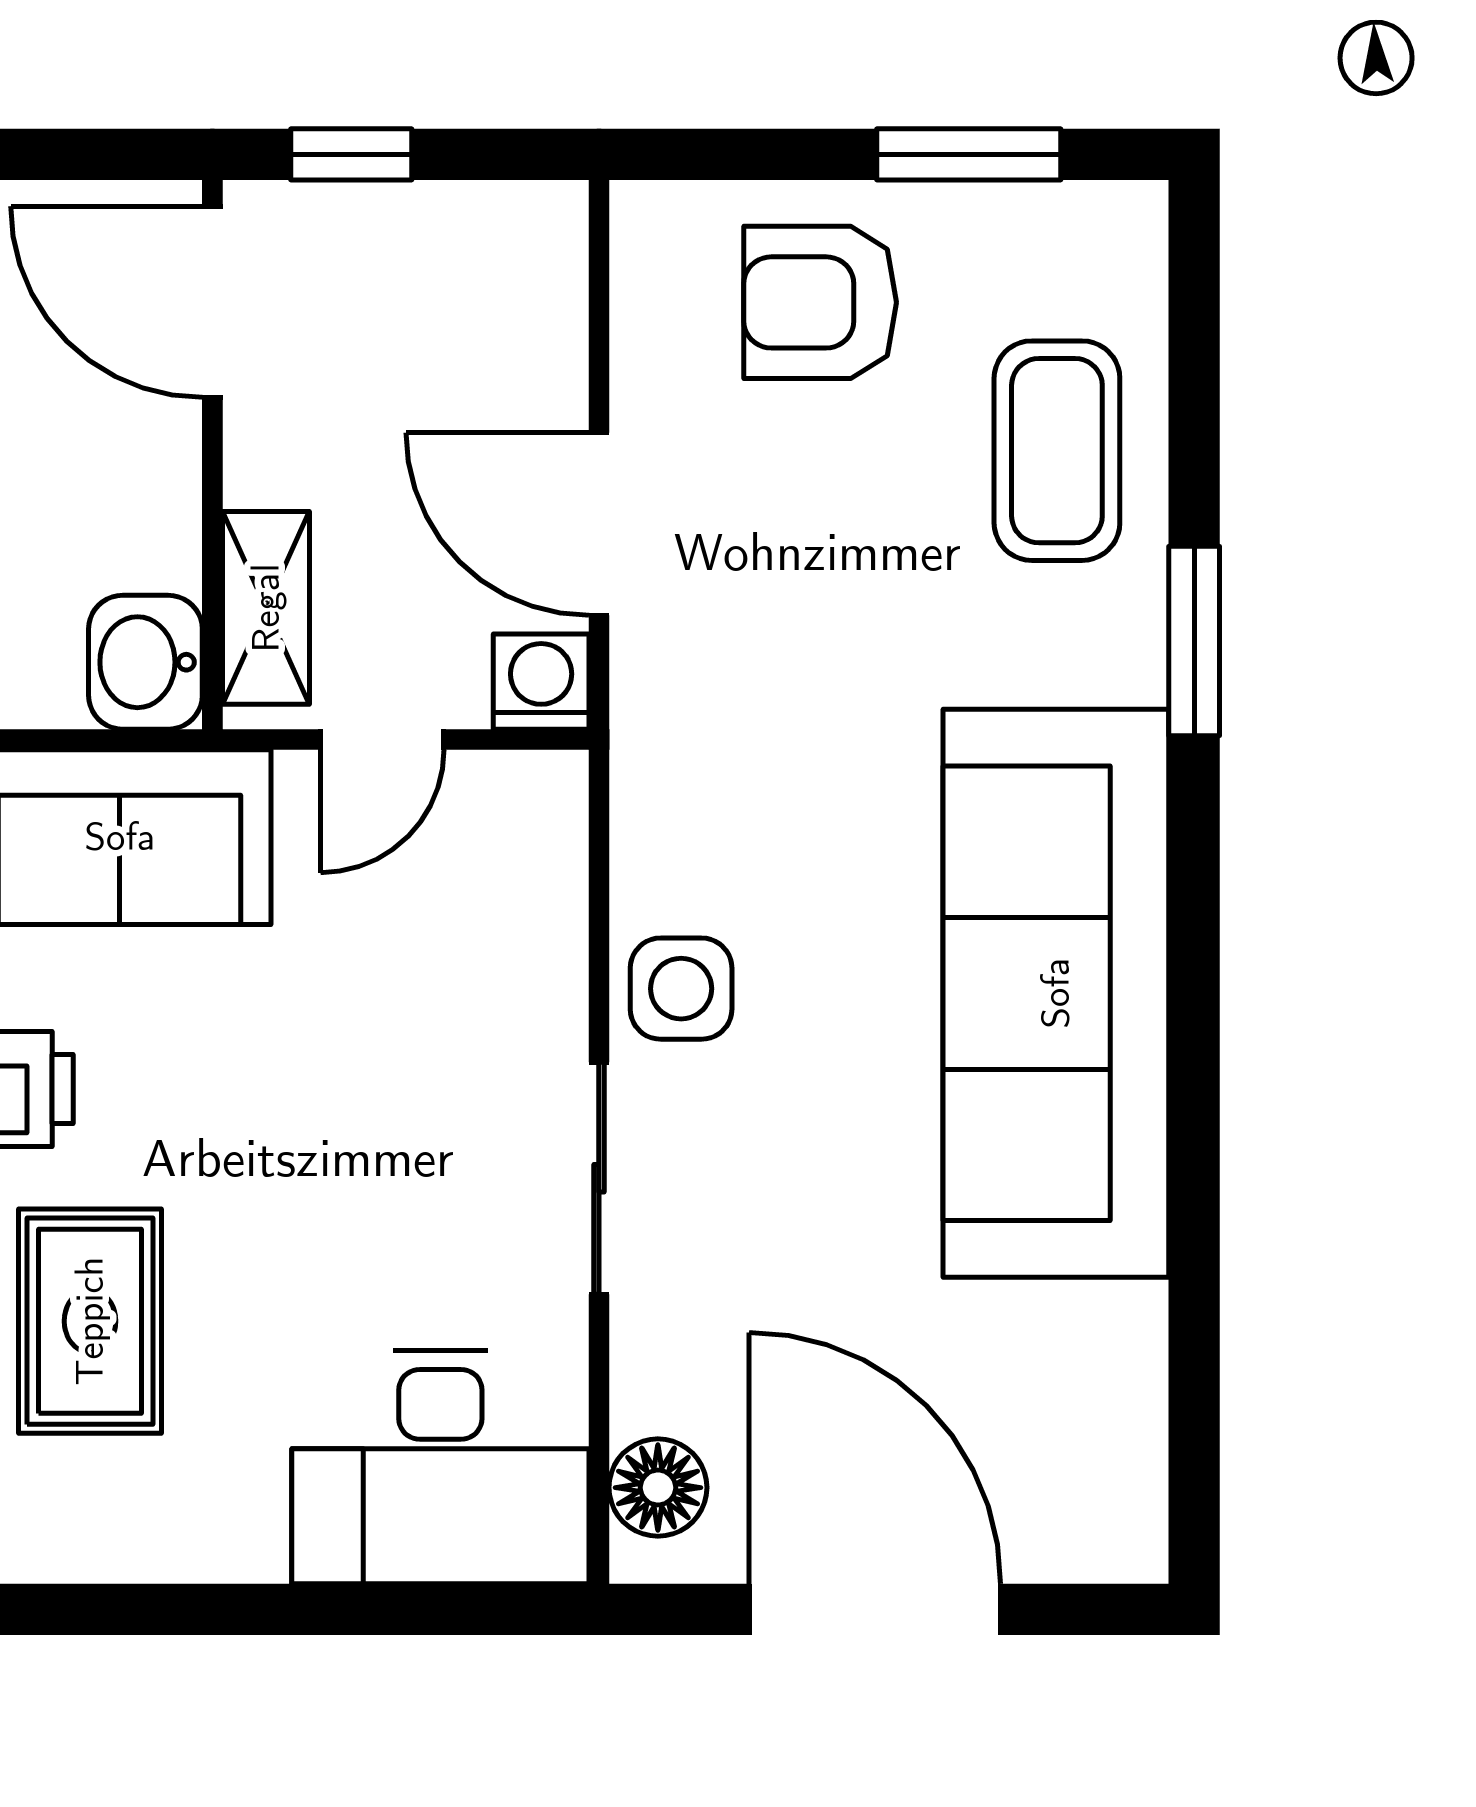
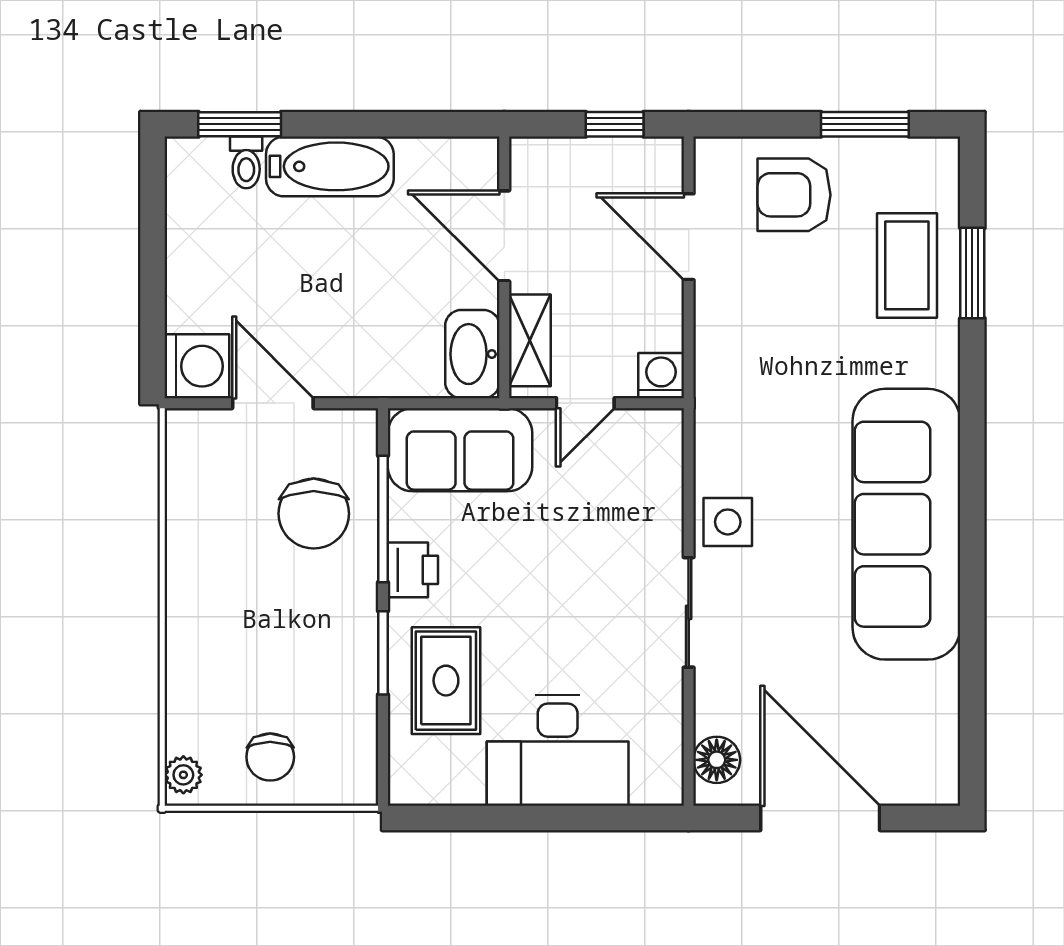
window: (351, 154) -> (615, 124), moved
door: (212, 302) -> (504, 236), moved
door: (599, 524) -> (689, 237), moved
window: (1194, 641) -> (972, 273), moved
washbasin: (145, 662) -> (472, 354), width x1.38
desk: (440, 1467) -> (558, 750), moved

